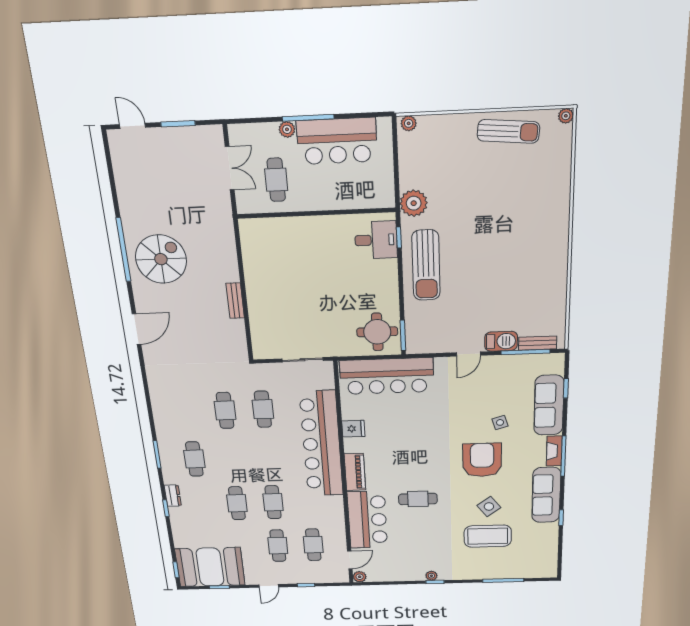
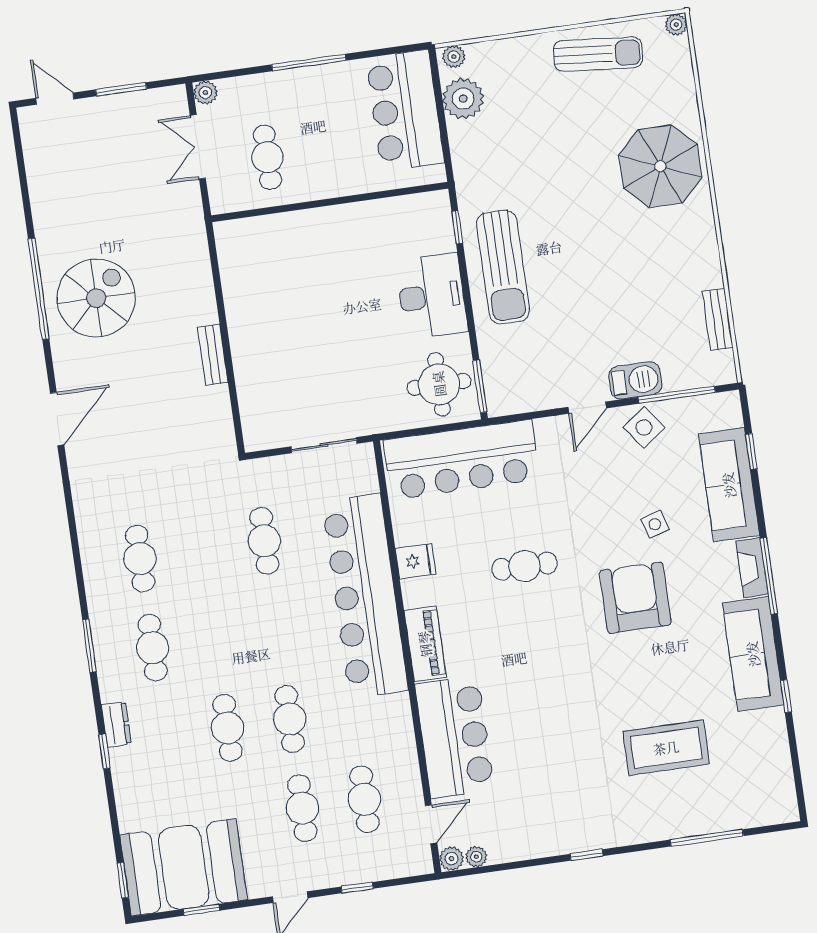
plant: (287, 129) -> (205, 93), moved
bar counter: (337, 141) -> (405, 110), moved, turned 90
double door: (230, 168) -> (198, 147), swing flipped
plant: (414, 203) -> (463, 99), moved
parasol: (539, 211) -> (660, 166), added
desk: (376, 240) -> (432, 296), moved, width x1.37
bench: (538, 343) -> (718, 319), moved, turned 90
cafe table: (225, 410) -> (140, 559), moved
cafe table: (418, 499) -> (525, 566), moved
side table: (489, 506) -> (644, 427), moved
plant: (431, 576) -> (476, 857), moved

